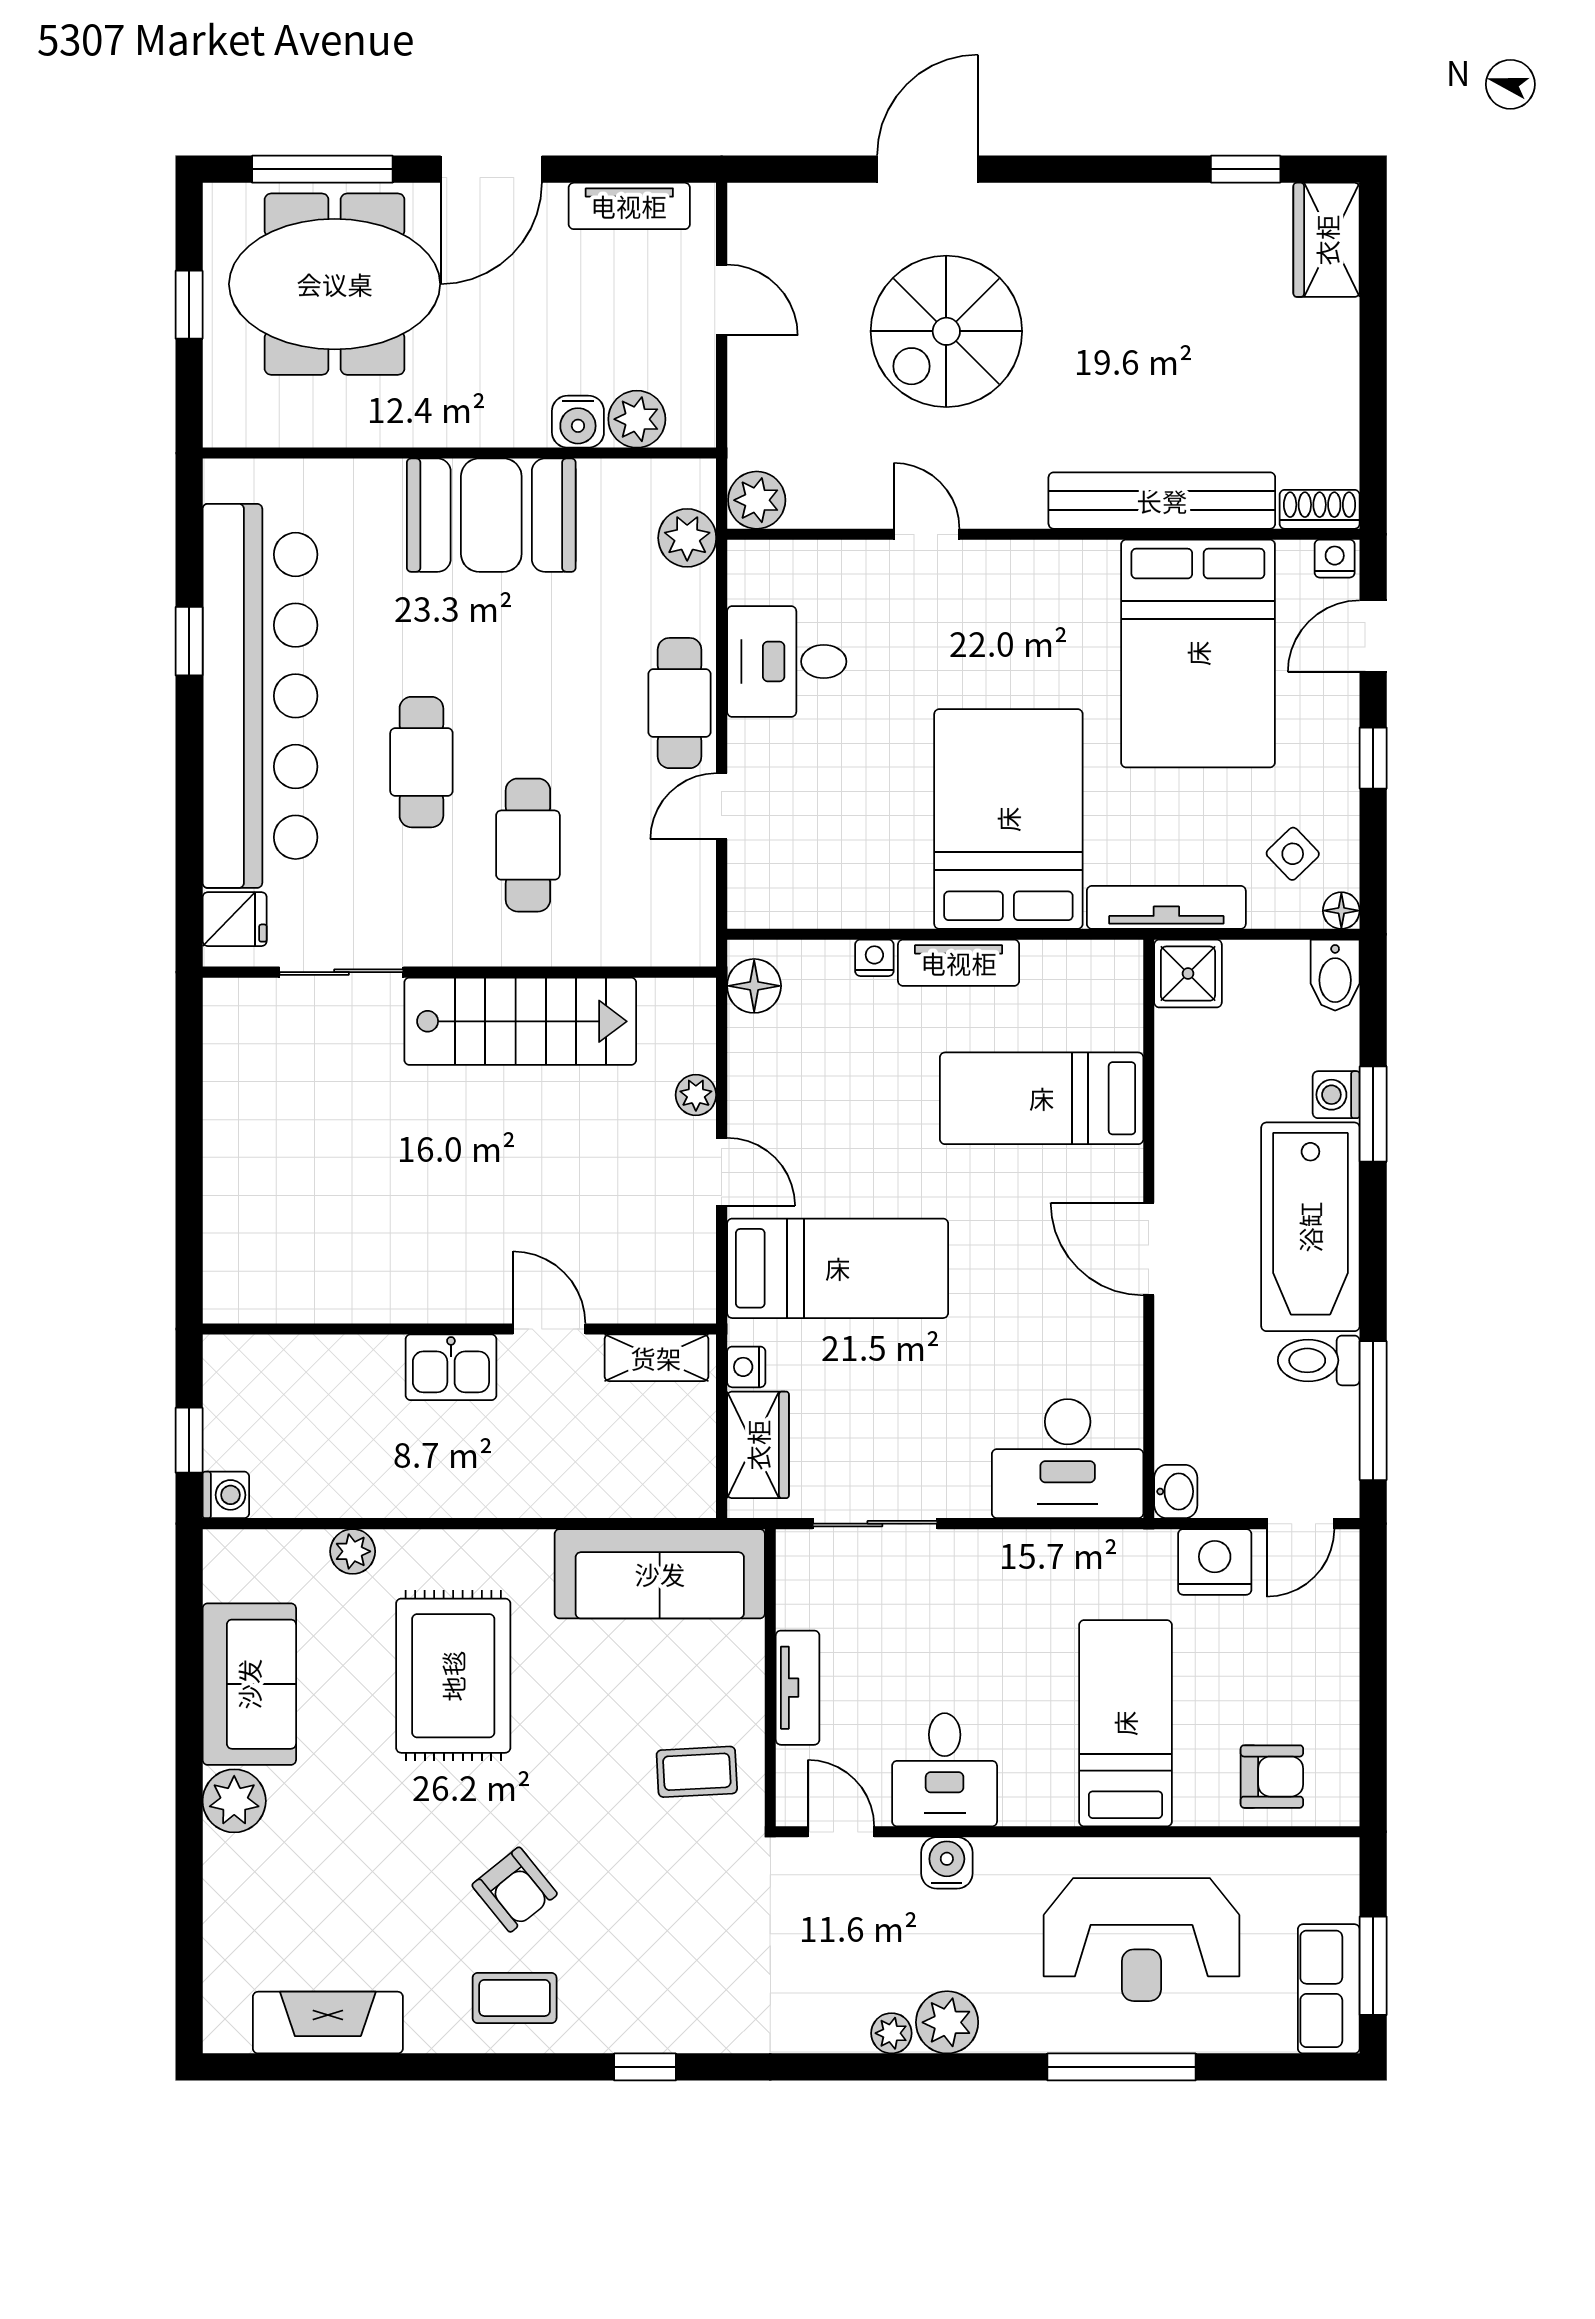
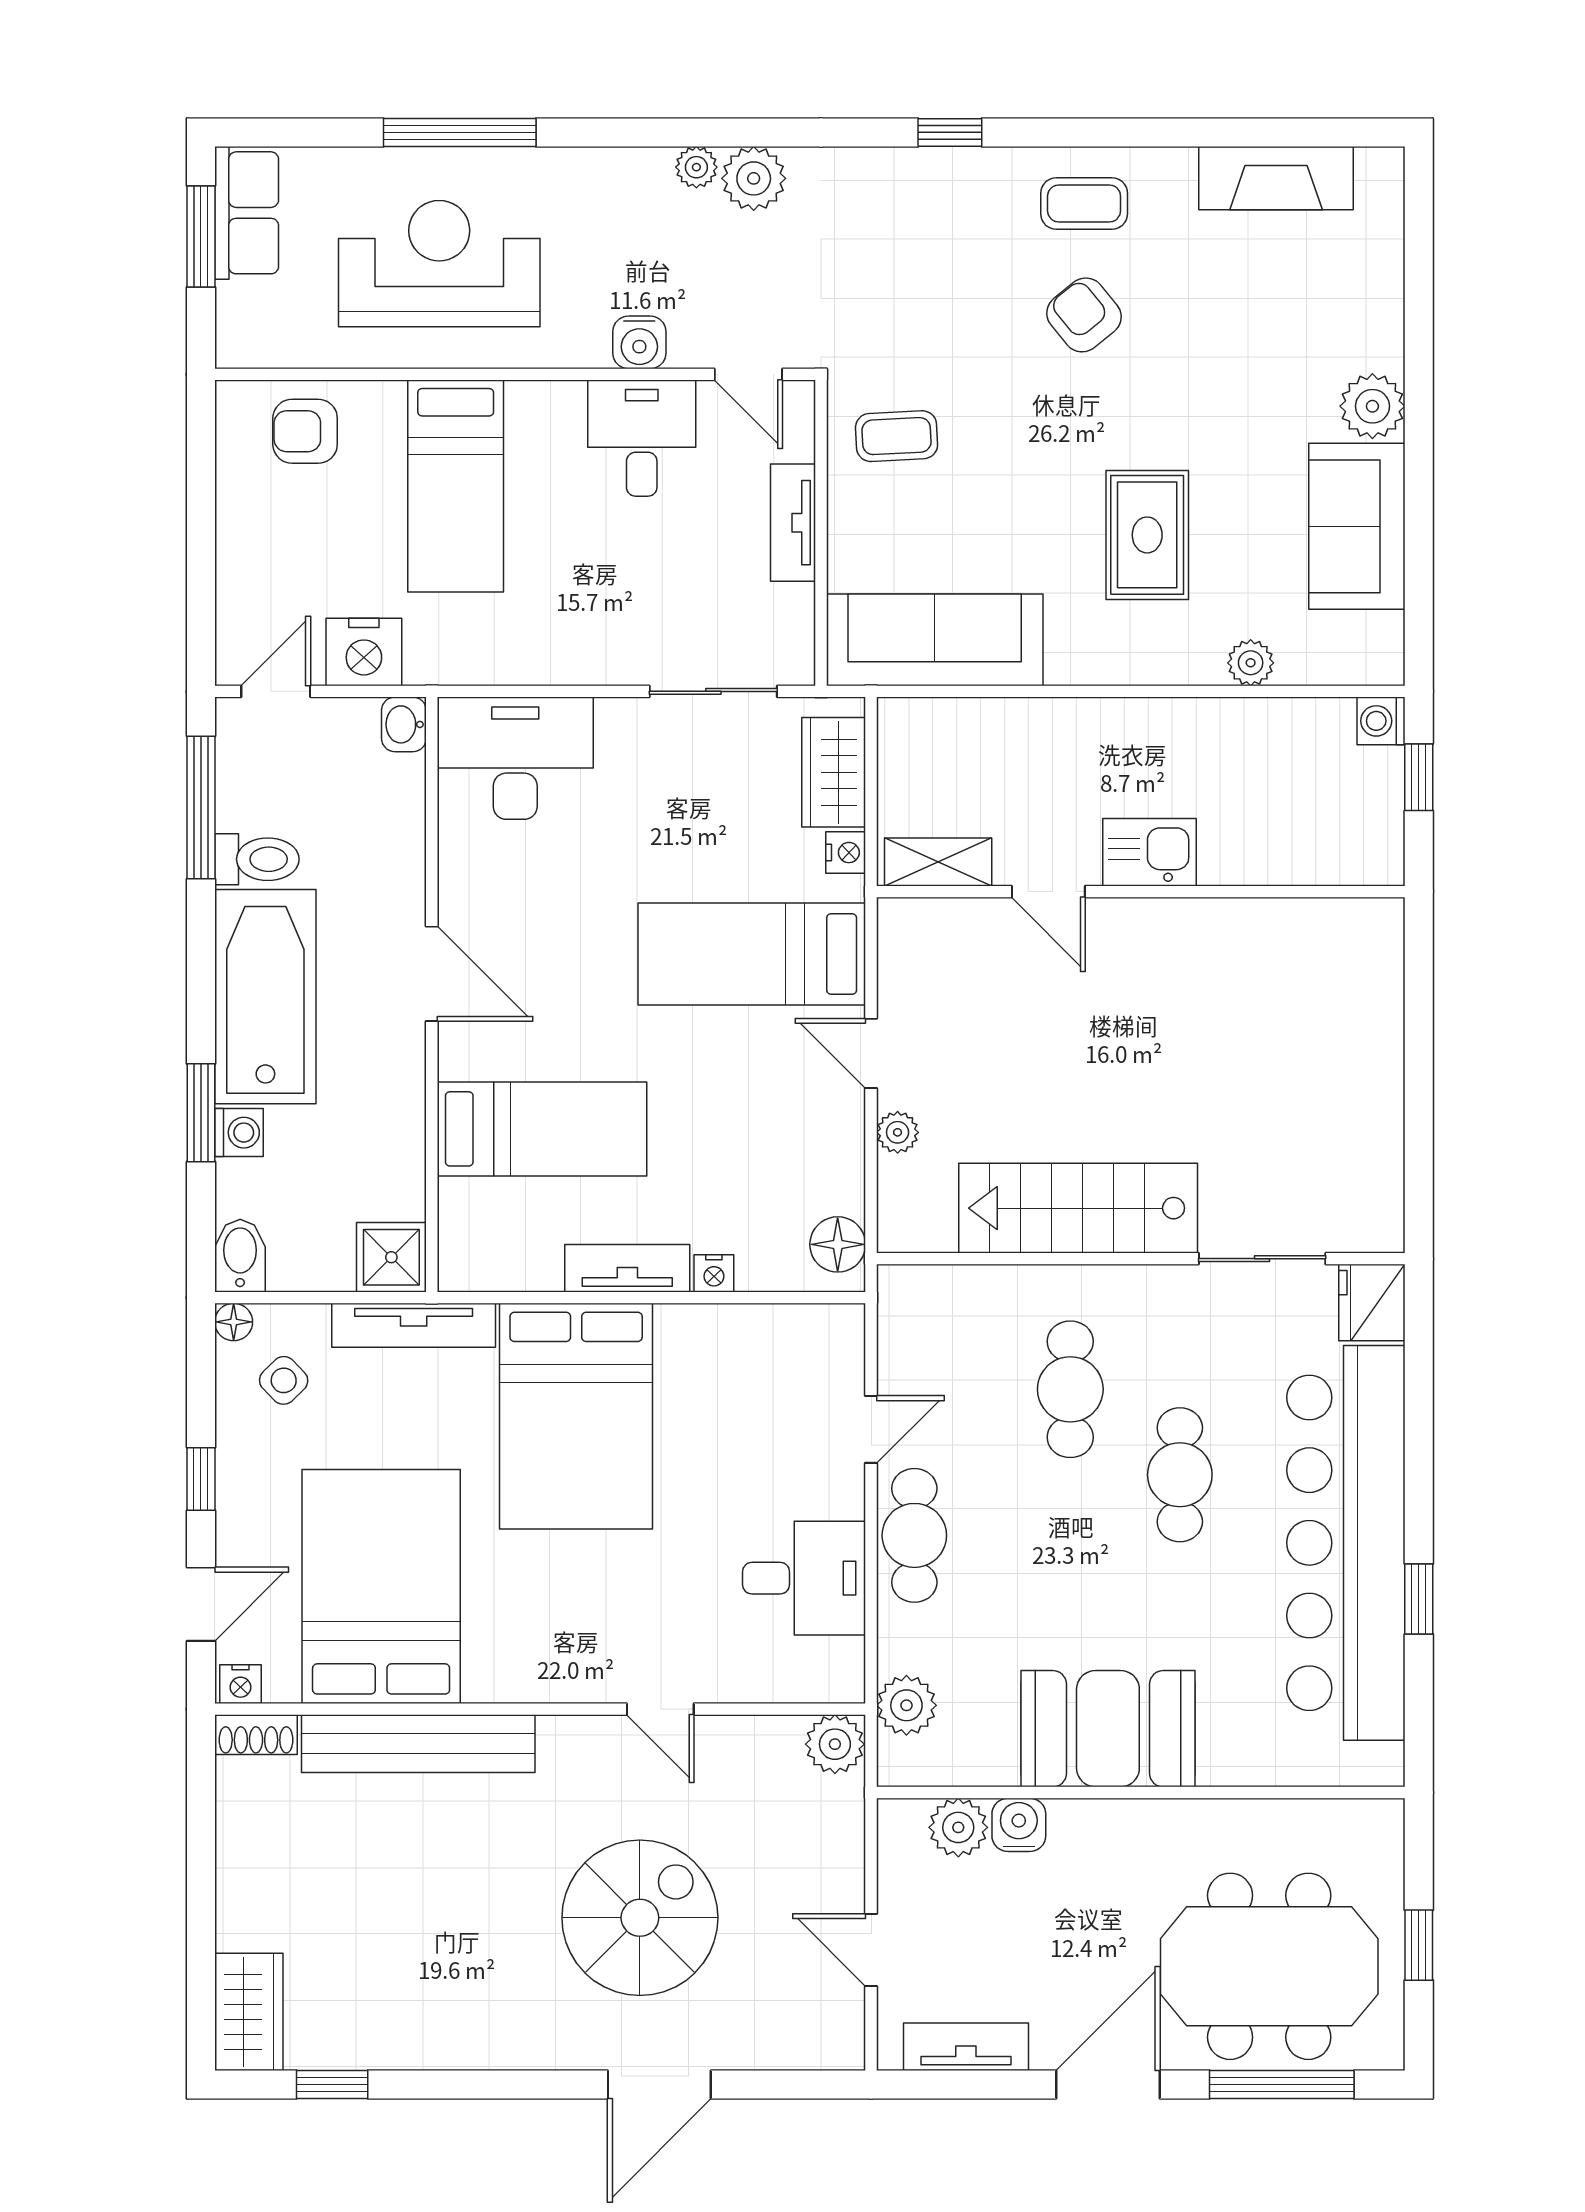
fridge: (235, 919) -> (1372, 1303), width x1.38
rug: (453, 1676) -> (1147, 535), width x0.73, depth x0.70
plant: (947, 2022) -> (754, 178), moved

